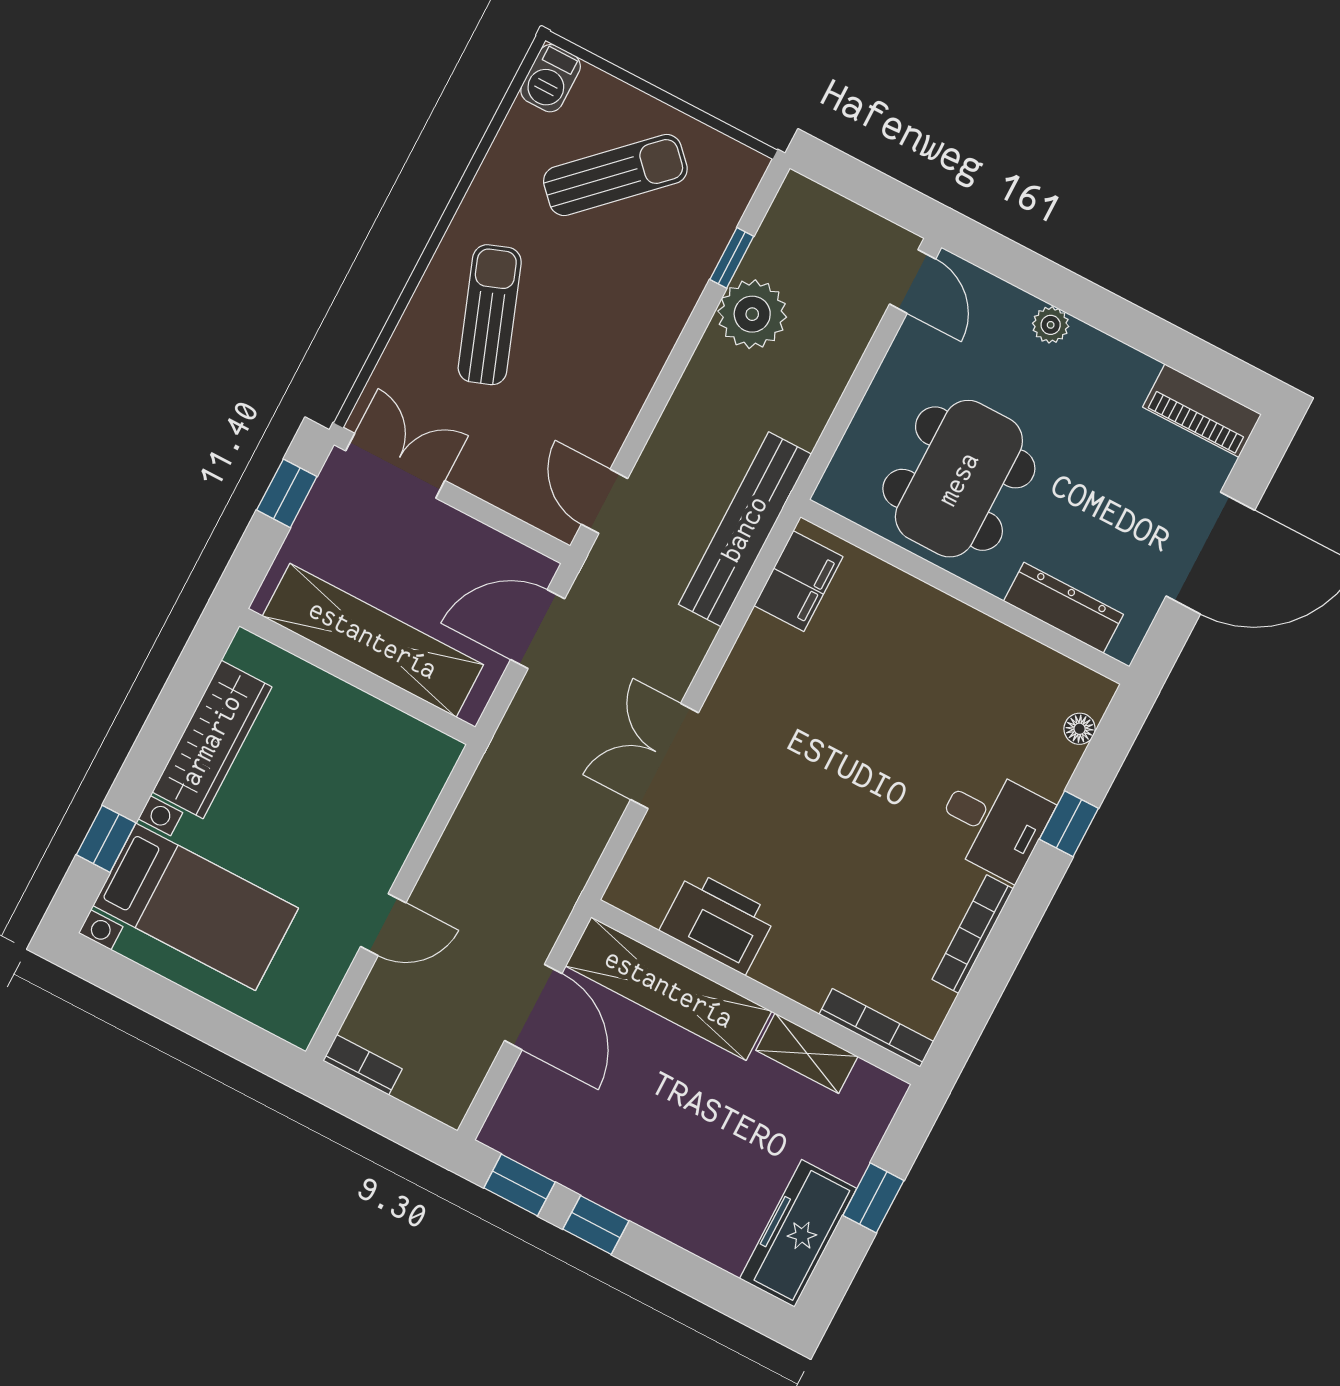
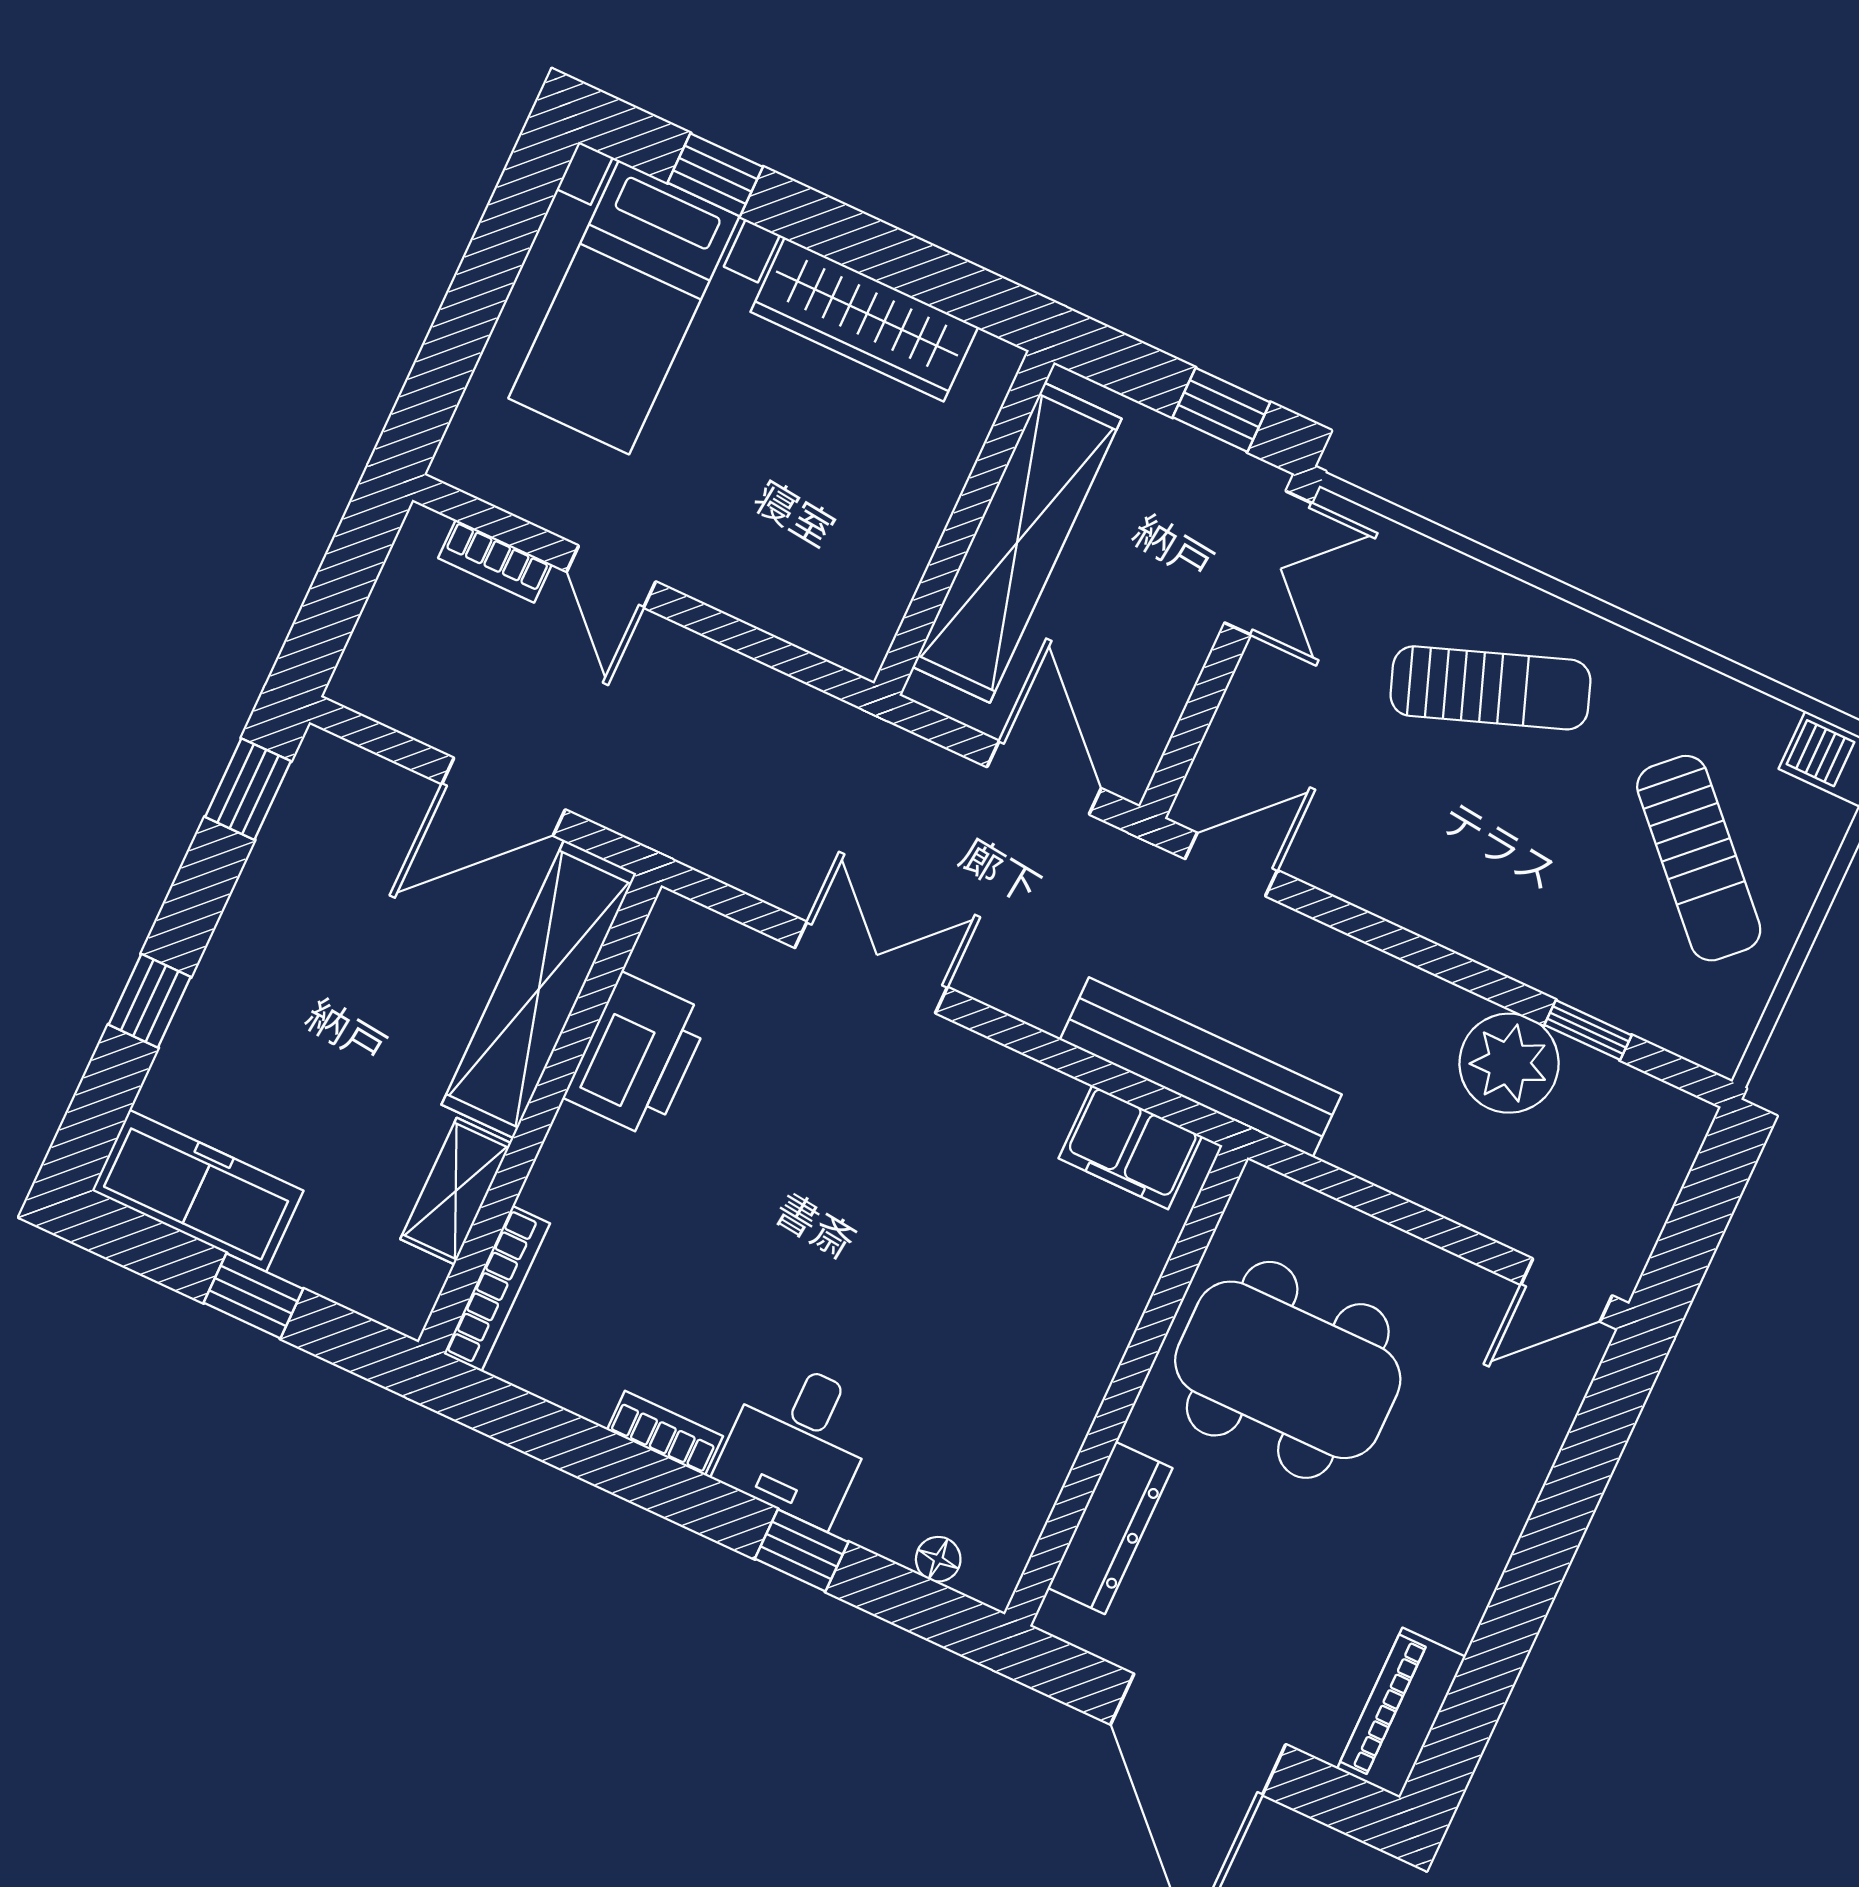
plant: (1051, 325) -> (1514, 1491), removed
bookcase: (973, 934) -> (665, 1433), width x0.64
bookcase: (362, 1065) -> (495, 561), moved, turned 90
window: (596, 1225) -> (150, 1001), moved

